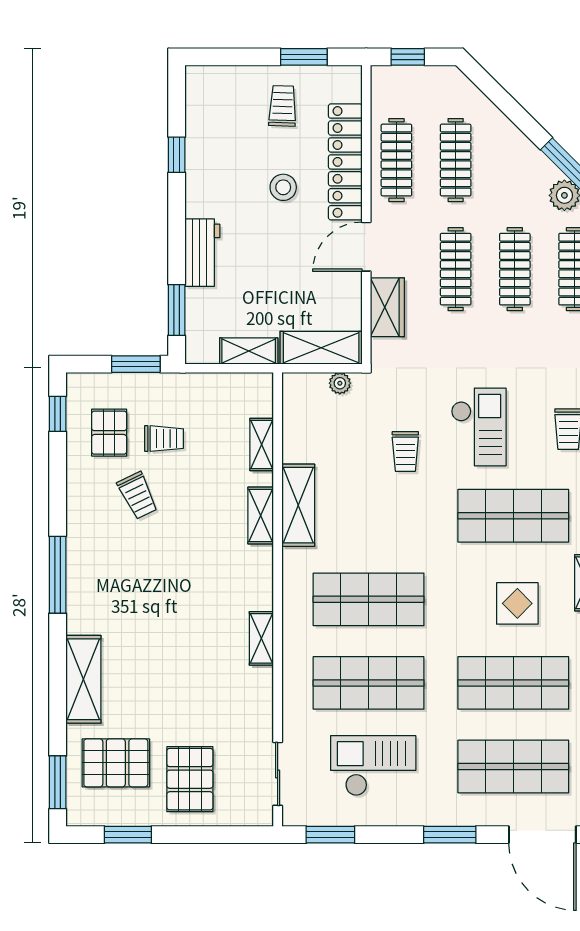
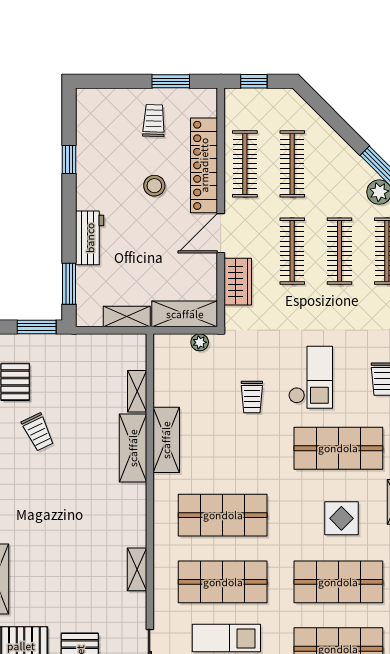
trolley: (164, 439) -> (59, 387), removed
shelving: (261, 515) -> (133, 448), width x1.50, depth x1.33
shelving: (261, 638) -> (137, 569), moved

